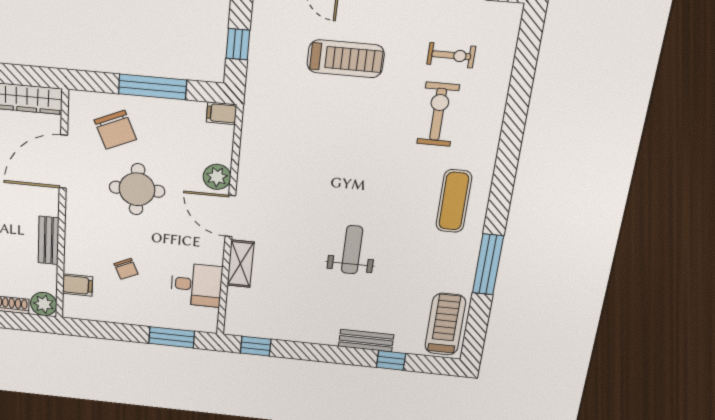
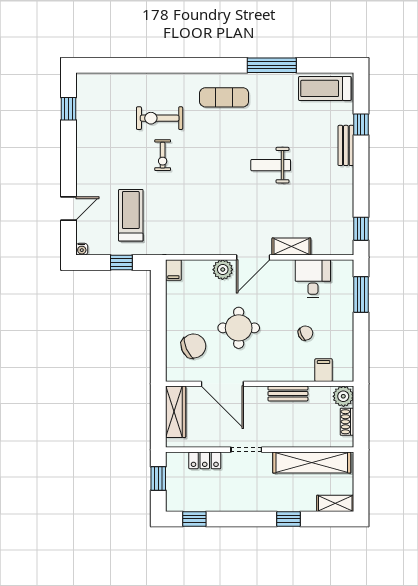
exercise bike: (451, 55) -> (163, 155), moved, turned 180
treadmill: (346, 59) -> (131, 215), moved
window: (152, 87) -> (158, 321), removed

